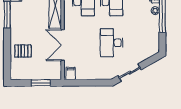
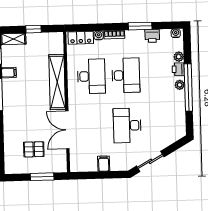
pallet: (23, 51) -> (34, 149), moved
filing cabinet: (71, 73) -> (104, 164), moved

